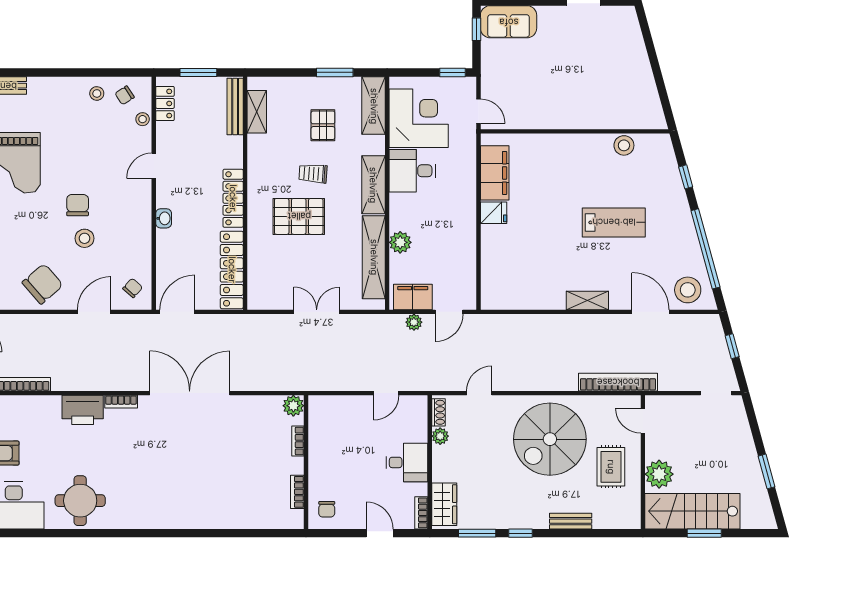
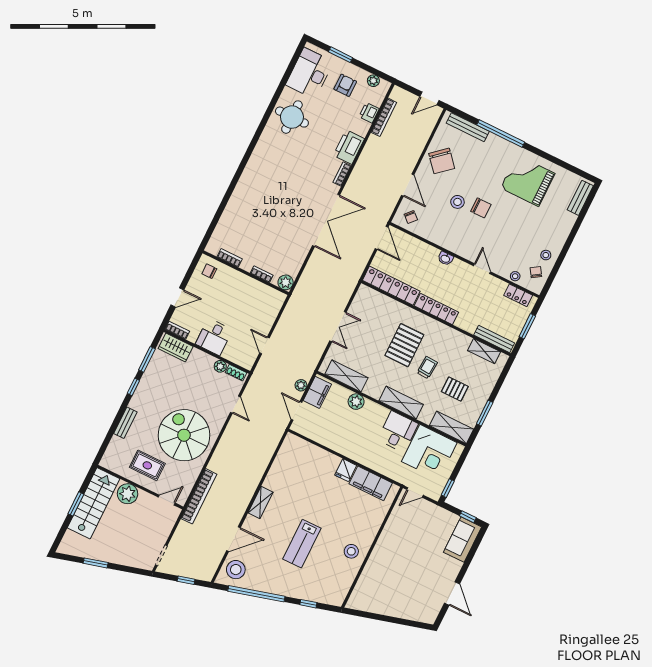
stool: (624, 145) -> (351, 551), moved
shelving: (374, 257) -> (346, 376), width x0.68
printer: (27, 406) -> (369, 113), added

